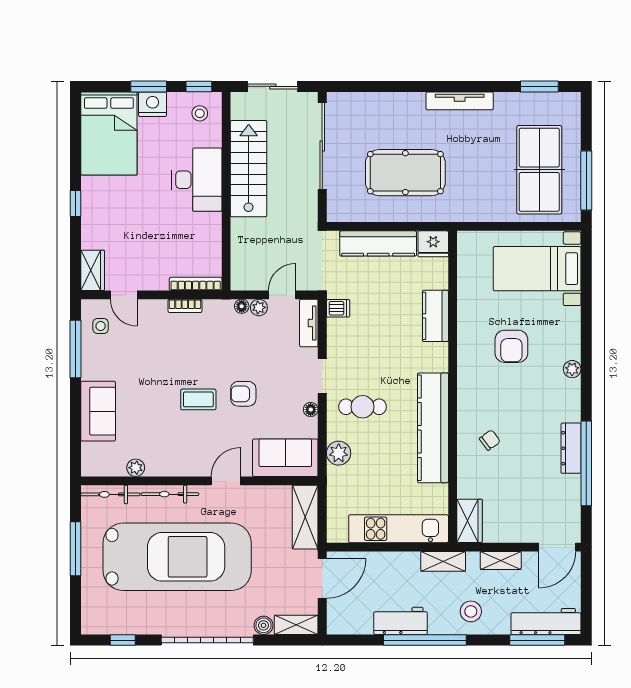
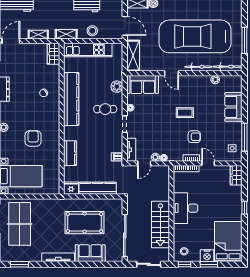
sofa: (394, 110) -> (90, 253), added
desk: (197, 180) -> (186, 208), moved
door: (124, 295) -> (208, 163), moved
armchair: (243, 394) -> (194, 137), moved
door: (226, 481) -> (172, 73), hinge flipped
door: (322, 578) -> (125, 26), swing flipped
stool: (471, 611) -> (92, 31), moved

